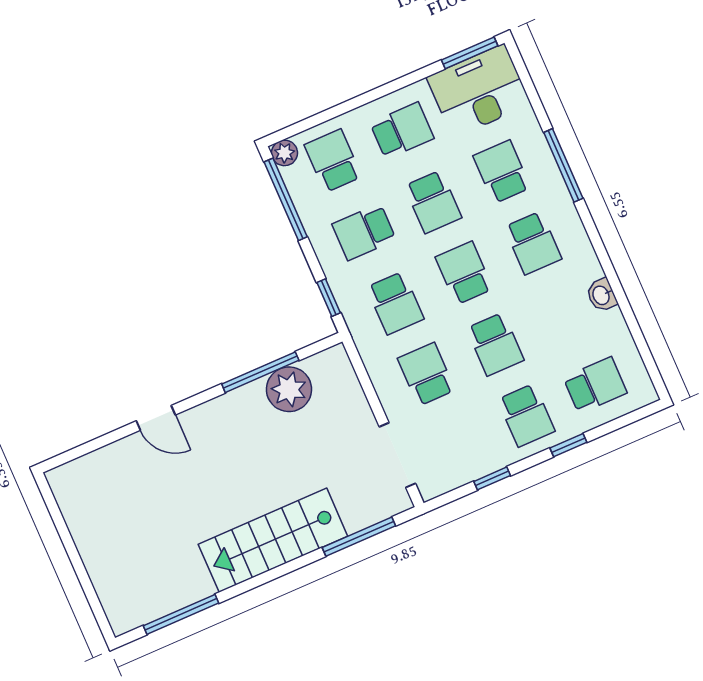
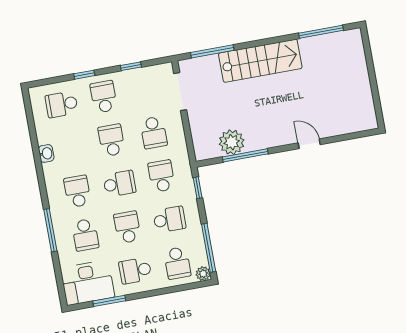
window: (470, 53) -> (109, 301), moved
school desk: (464, 273) -> (119, 184), turned -90

